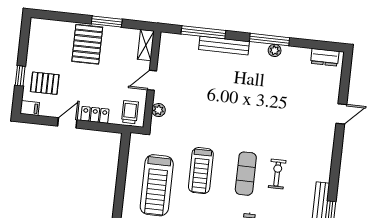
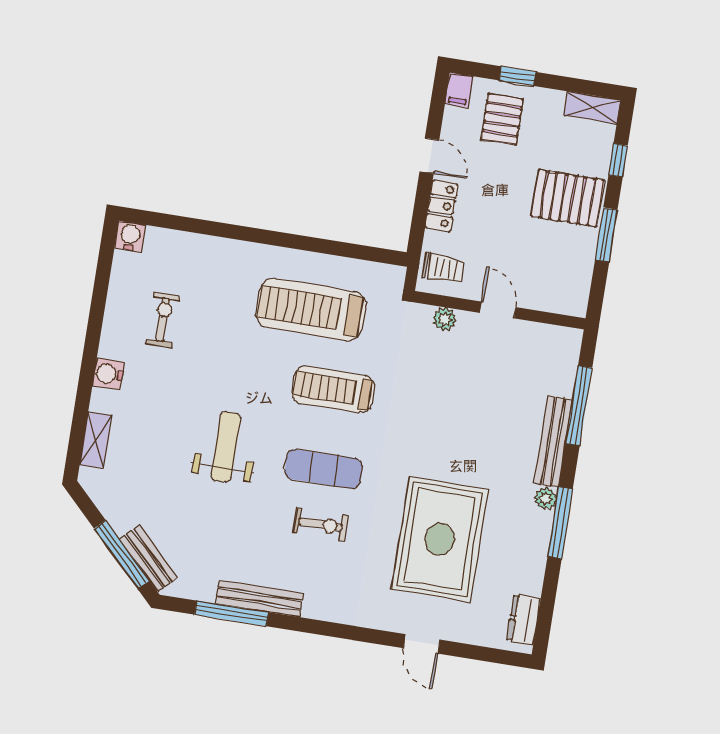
window: (65, 17) -> (618, 160), added
shelving: (146, 45) -> (592, 108), moved
plant: (275, 50) -> (545, 498), moved
rug: (282, 107) -> (440, 539), added

